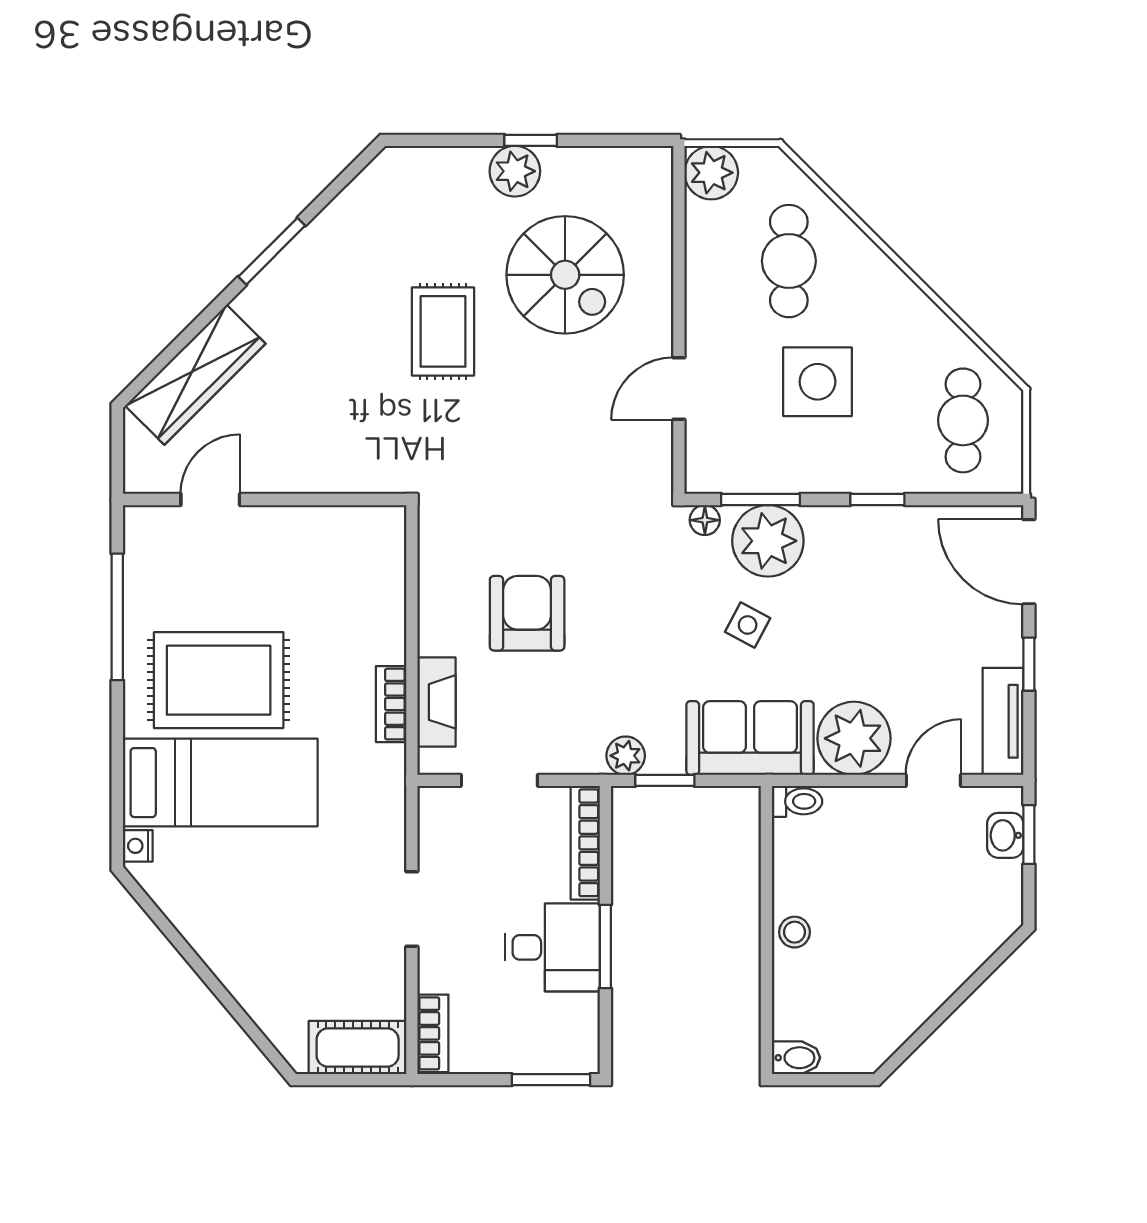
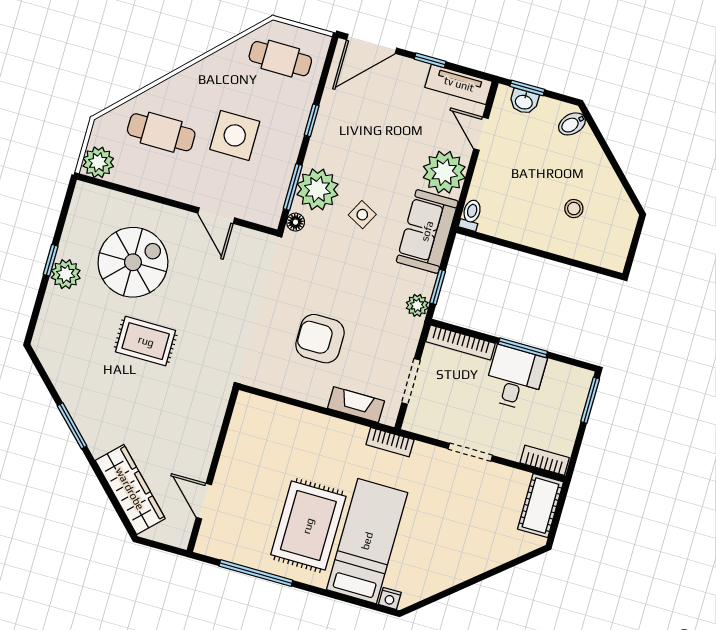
bookcase: (391, 704) -> (390, 442), moved
stool: (795, 932) -> (574, 209), moved
bidet: (796, 1058) -> (572, 124), moved, turned -135

